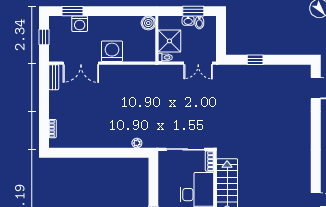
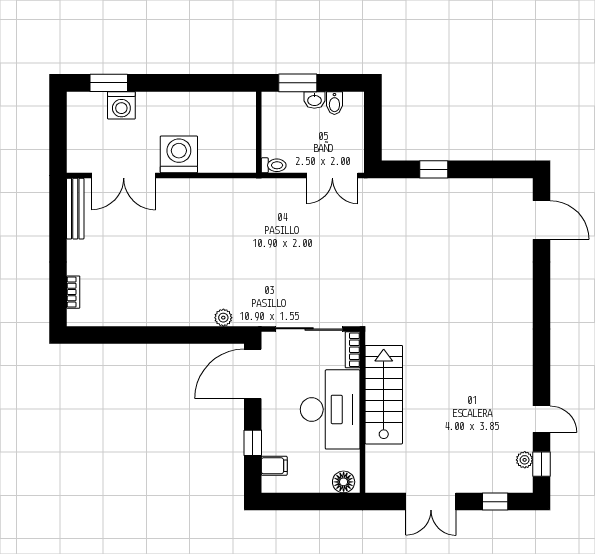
window: (193, 11) -> (298, 83), moved
boiler: (148, 23) -> (244, 104), removed
window: (44, 37) -> (58, 129), removed
shower: (169, 41) -> (281, 136), removed
bench: (54, 77) -> (75, 209), width x1.36
door: (153, 175) -> (253, 374), added

